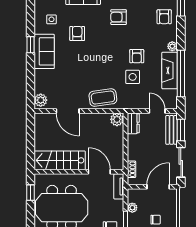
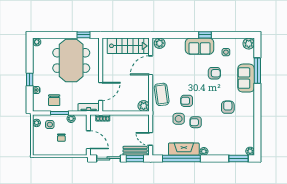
armchair: (164, 17) -> (187, 101), moved
door: (157, 111) -> (151, 139), swing flipped
dresser: (133, 123) -> (140, 119), removed
stairs: (60, 160) -> (128, 46), moved, turned 90

